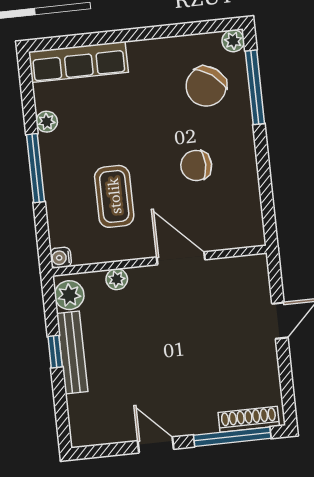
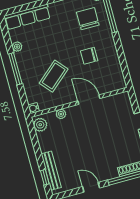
chair: (206, 86) -> (88, 19), turned 143
coffee table: (114, 196) -> (54, 76), turned 49
window: (55, 352) -> (45, 177), moved
bench: (72, 353) -> (51, 171), moved

